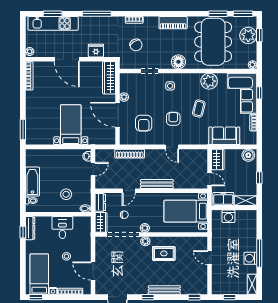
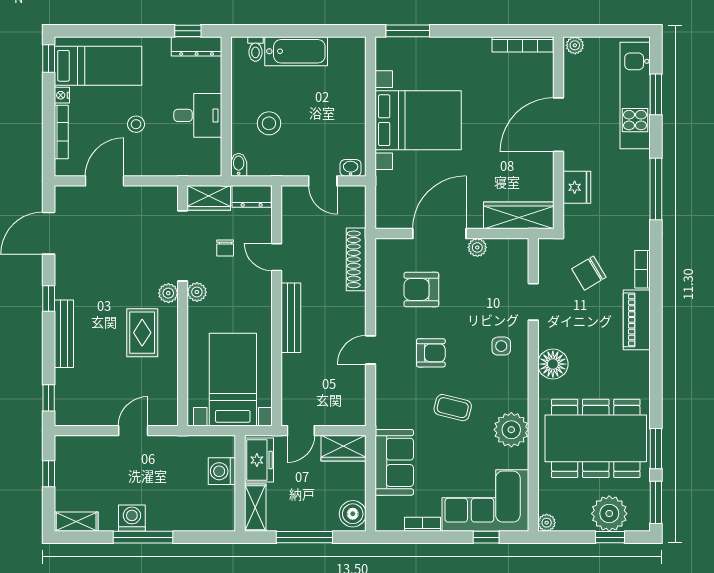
piano: (173, 23) -> (637, 320), moved
bed with nightstands: (71, 125) -> (418, 120), width x1.36
window: (259, 178) -> (304, 537), width x2.17

